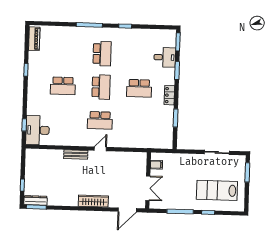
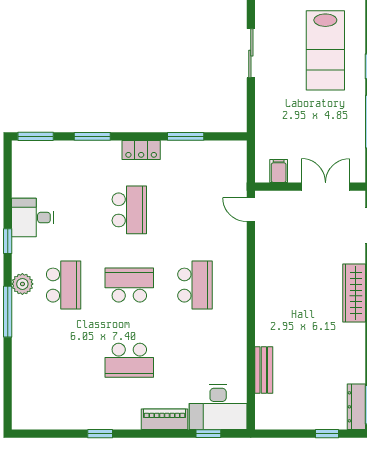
plant: (103, 33) -> (22, 284), added
piano: (34, 39) -> (164, 419), moved
school desk: (102, 54) -> (64, 285), turned 90
desk: (165, 57) -> (33, 218), moved, turned -90
school desk: (63, 86) -> (129, 360), turned 90
door: (100, 149) -> (251, 210), moved
bench: (76, 155) -> (264, 370), moved

